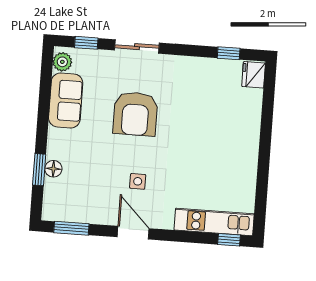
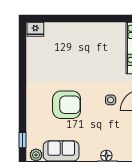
sliding door: (137, 47) -> (22, 107), removed
window: (229, 53) -> (22, 47), removed

